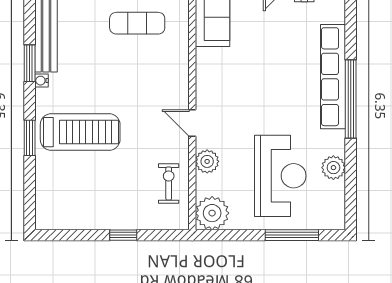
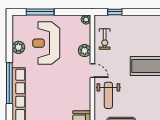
weight bench: (162, 76) -> (108, 95), added
plant: (212, 213) -> (86, 19), width x0.53, depth x0.53
window: (123, 235) -> (115, 12), moved

